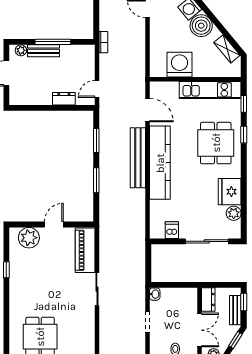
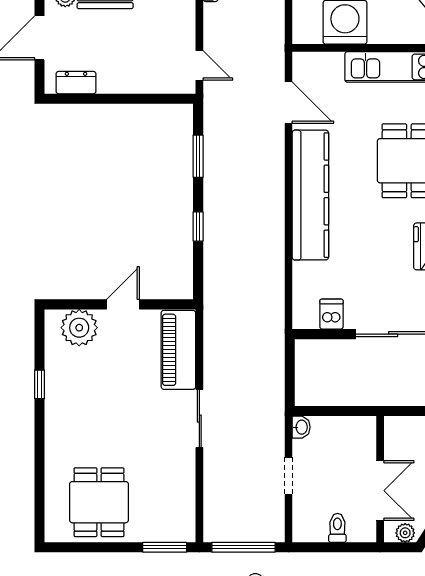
door: (97, 89) -> (199, 65), swing flipped
dresser: (64, 99) -> (76, 83), moved
bench: (138, 158) -> (272, 187), removed
window: (96, 180) -> (198, 226), width x0.67
dresser: (208, 299) -> (396, 437), removed

